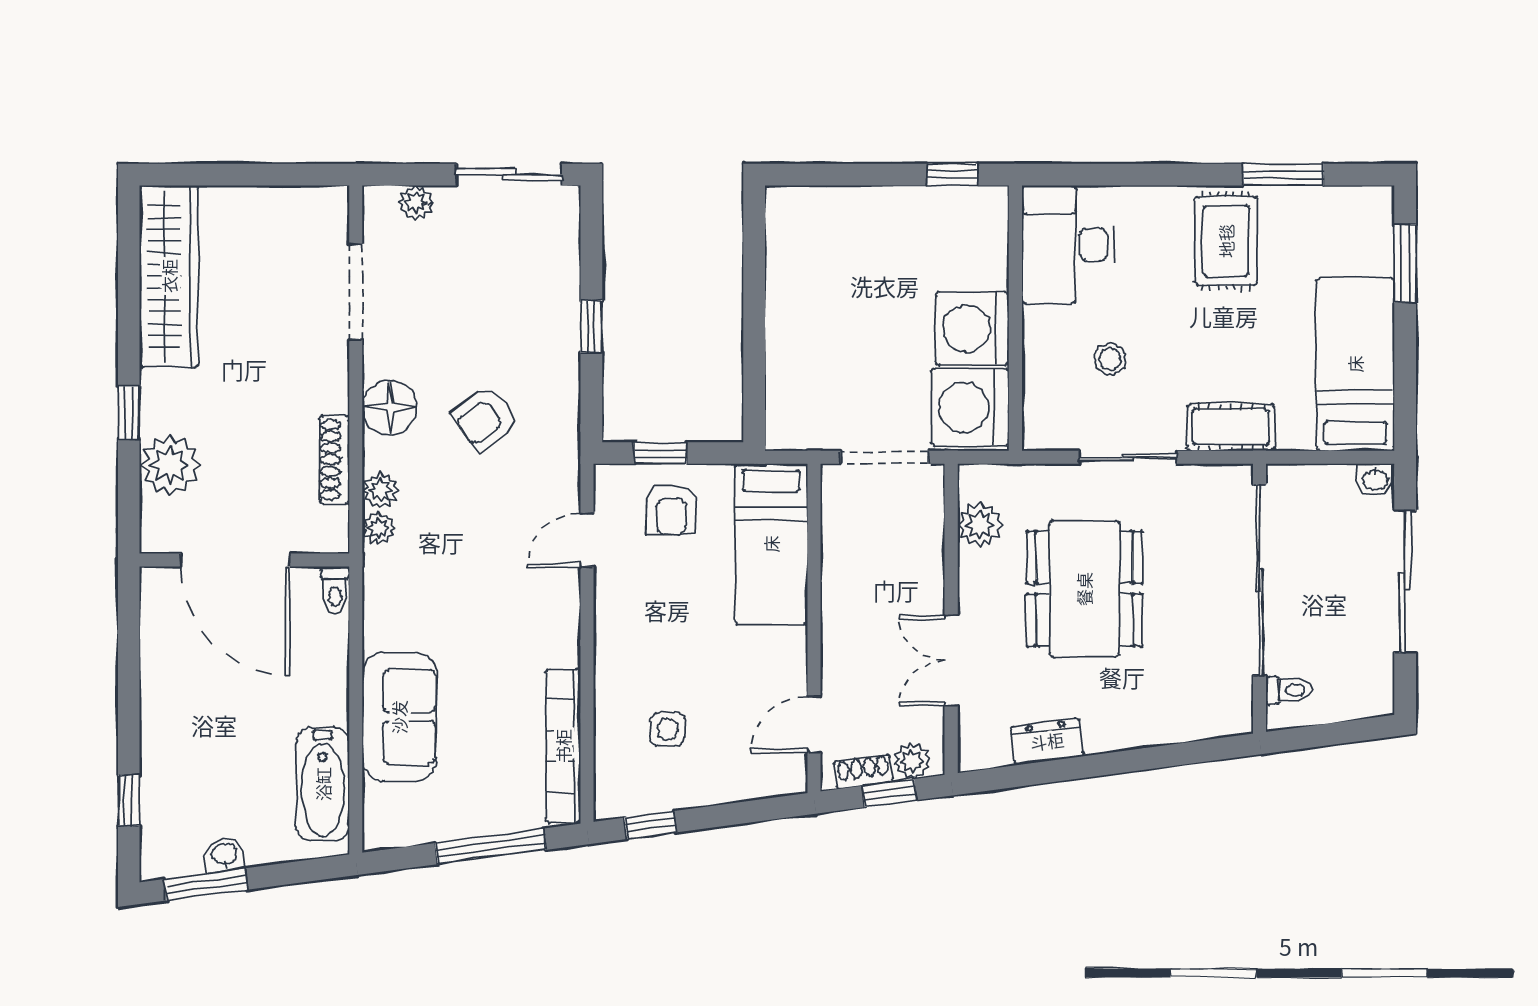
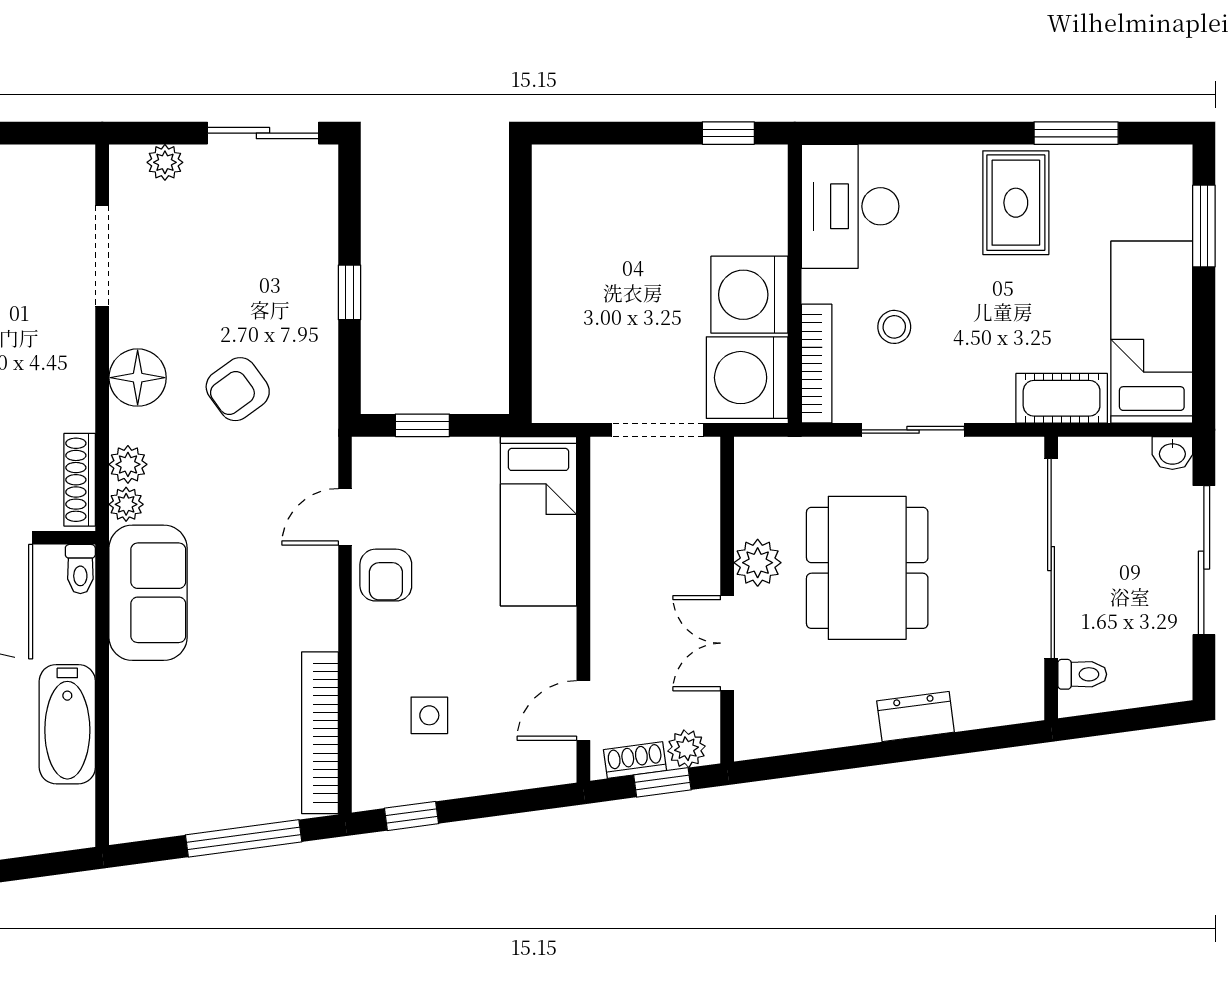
bookcase: (1036, 394) -> (817, 364), added
cot: (1231, 427) -> (1062, 398), moved
shoe rack: (334, 460) -> (80, 480), moved
armchair: (671, 509) -> (386, 575), moved
plant: (980, 525) -> (758, 563), moved
sofa: (399, 717) -> (148, 593), moved
dresser: (1047, 741) -> (916, 716), moved
bathtub: (323, 784) -> (67, 724), moved

